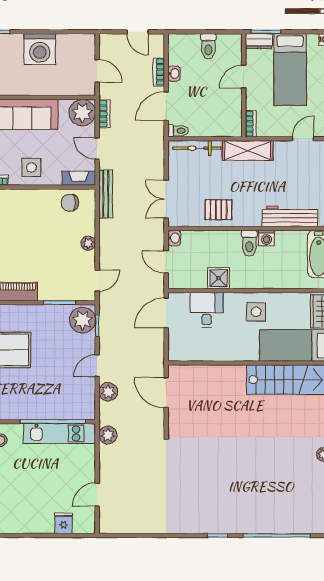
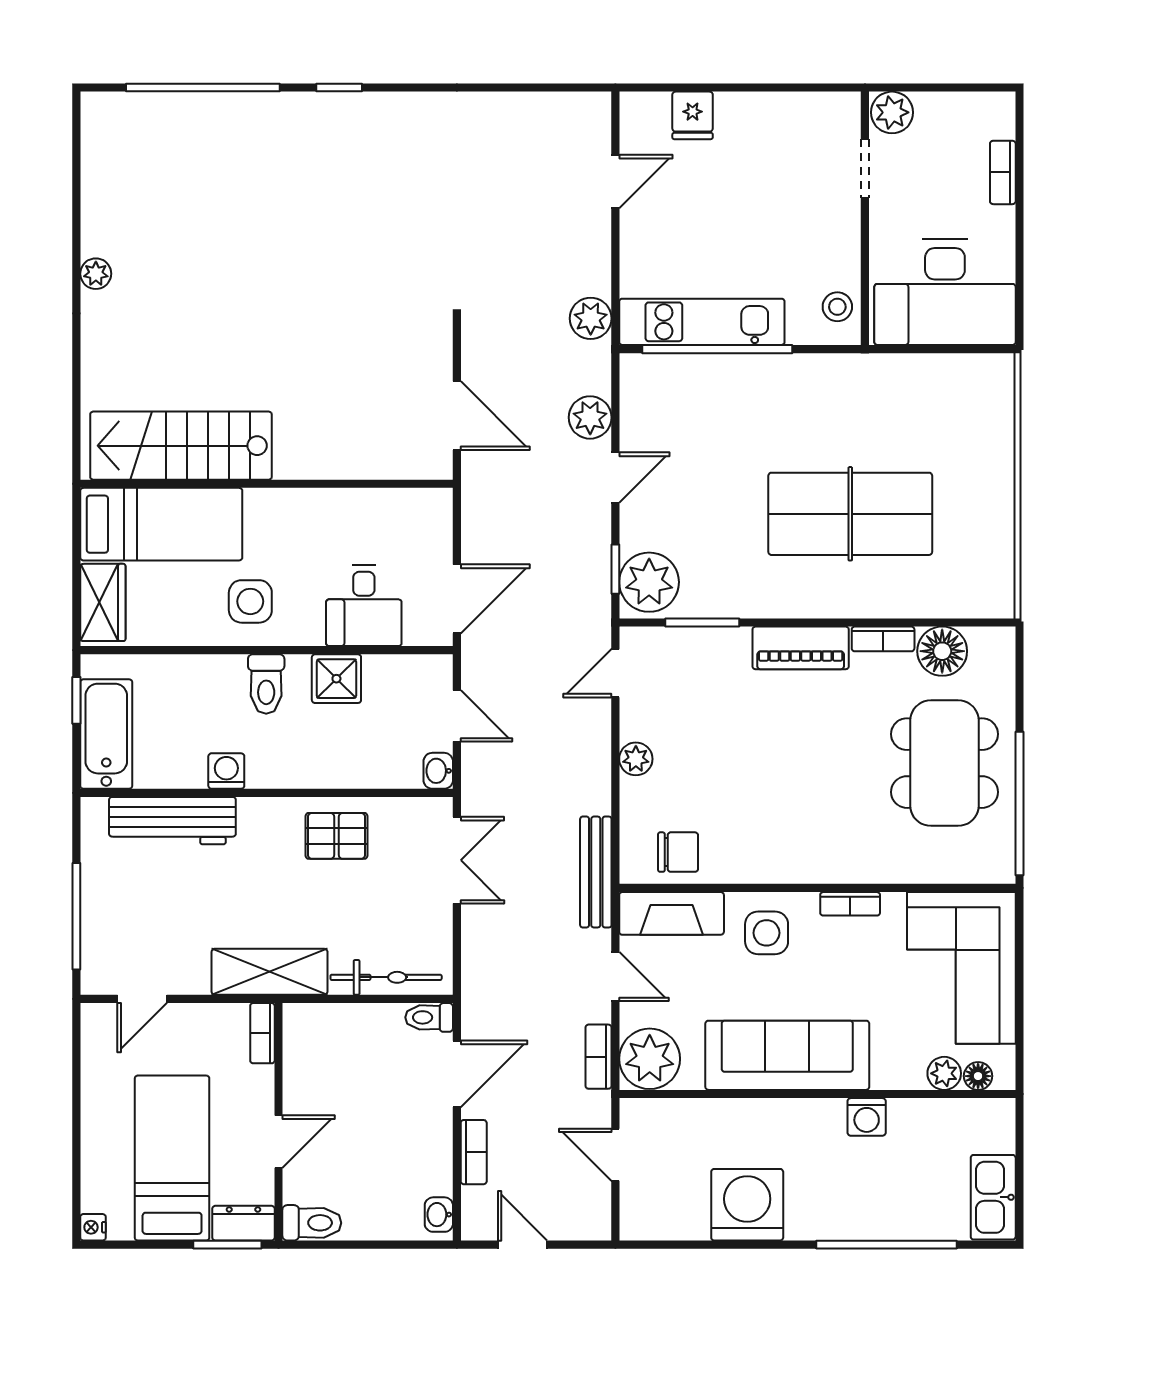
toilet: (208, 46) -> (312, 1223), moved, turned 90
washbasin: (174, 74) -> (439, 1215), moved
fireplace: (79, 178) -> (672, 913), width x1.37, depth x1.32
toilet: (249, 243) -> (266, 684), moved, turned 180

